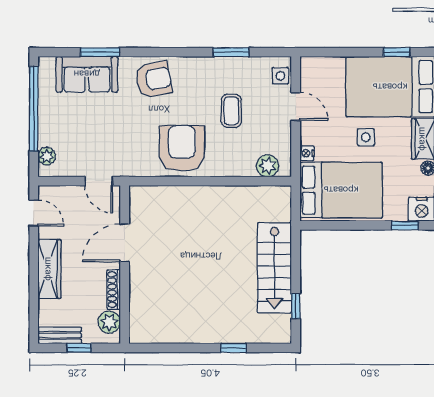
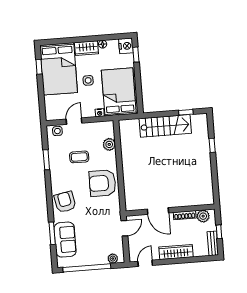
plant: (268, 166) -> (109, 144), moved

